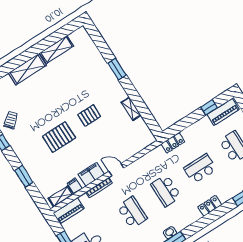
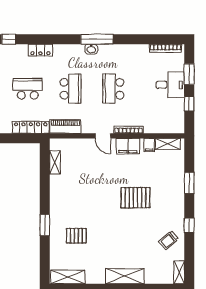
shelving: (57, 50) -> (68, 277), moved
shelving: (131, 109) -> (55, 162), moved
pallet: (89, 116) -> (76, 236), moved
locker: (173, 143) -> (31, 127), width x1.53
school desk: (200, 169) -> (28, 89), turned 180
piano: (69, 211) -> (65, 126), moved

